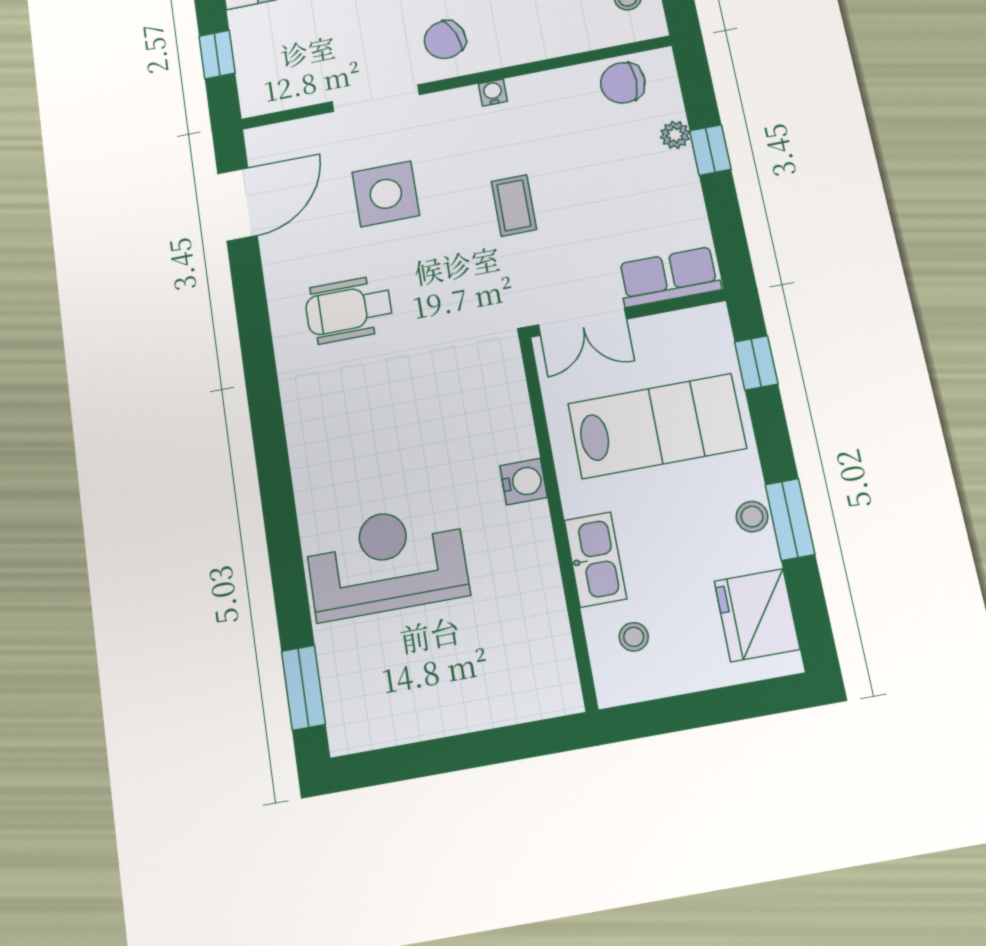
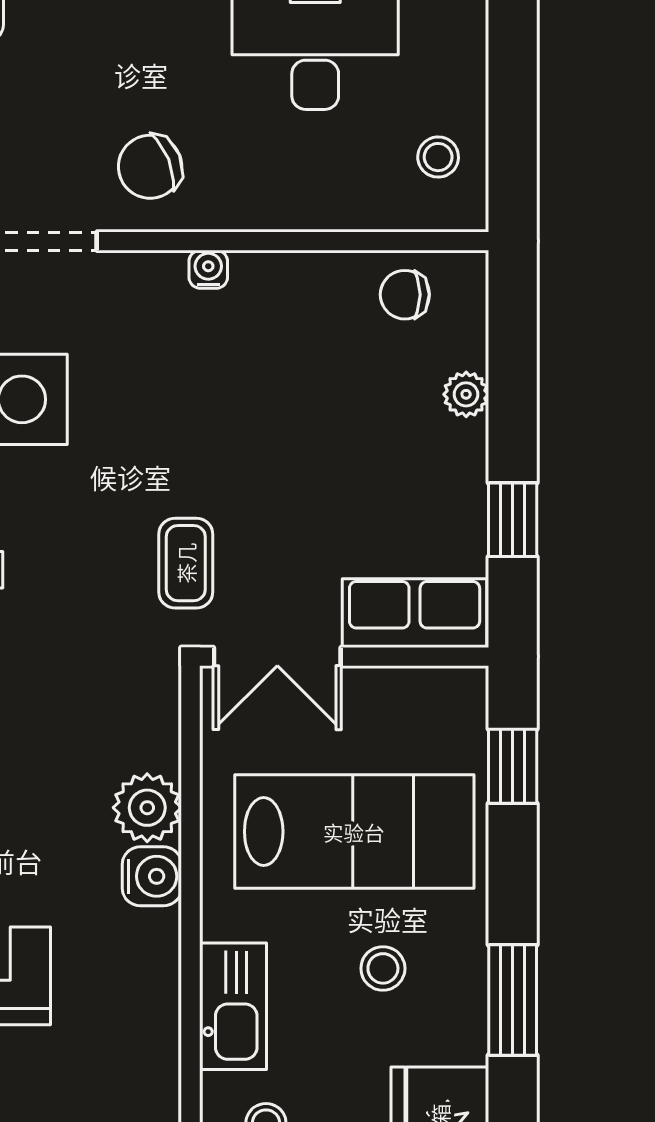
chair: (623, 83) -> (405, 295), width x0.73, depth x0.73
window: (710, 150) -> (513, 520), moved
coffee table: (514, 205) -> (186, 563), moved
plant: (512, 437) -> (147, 808), added
stool: (752, 517) -> (383, 968), moved

